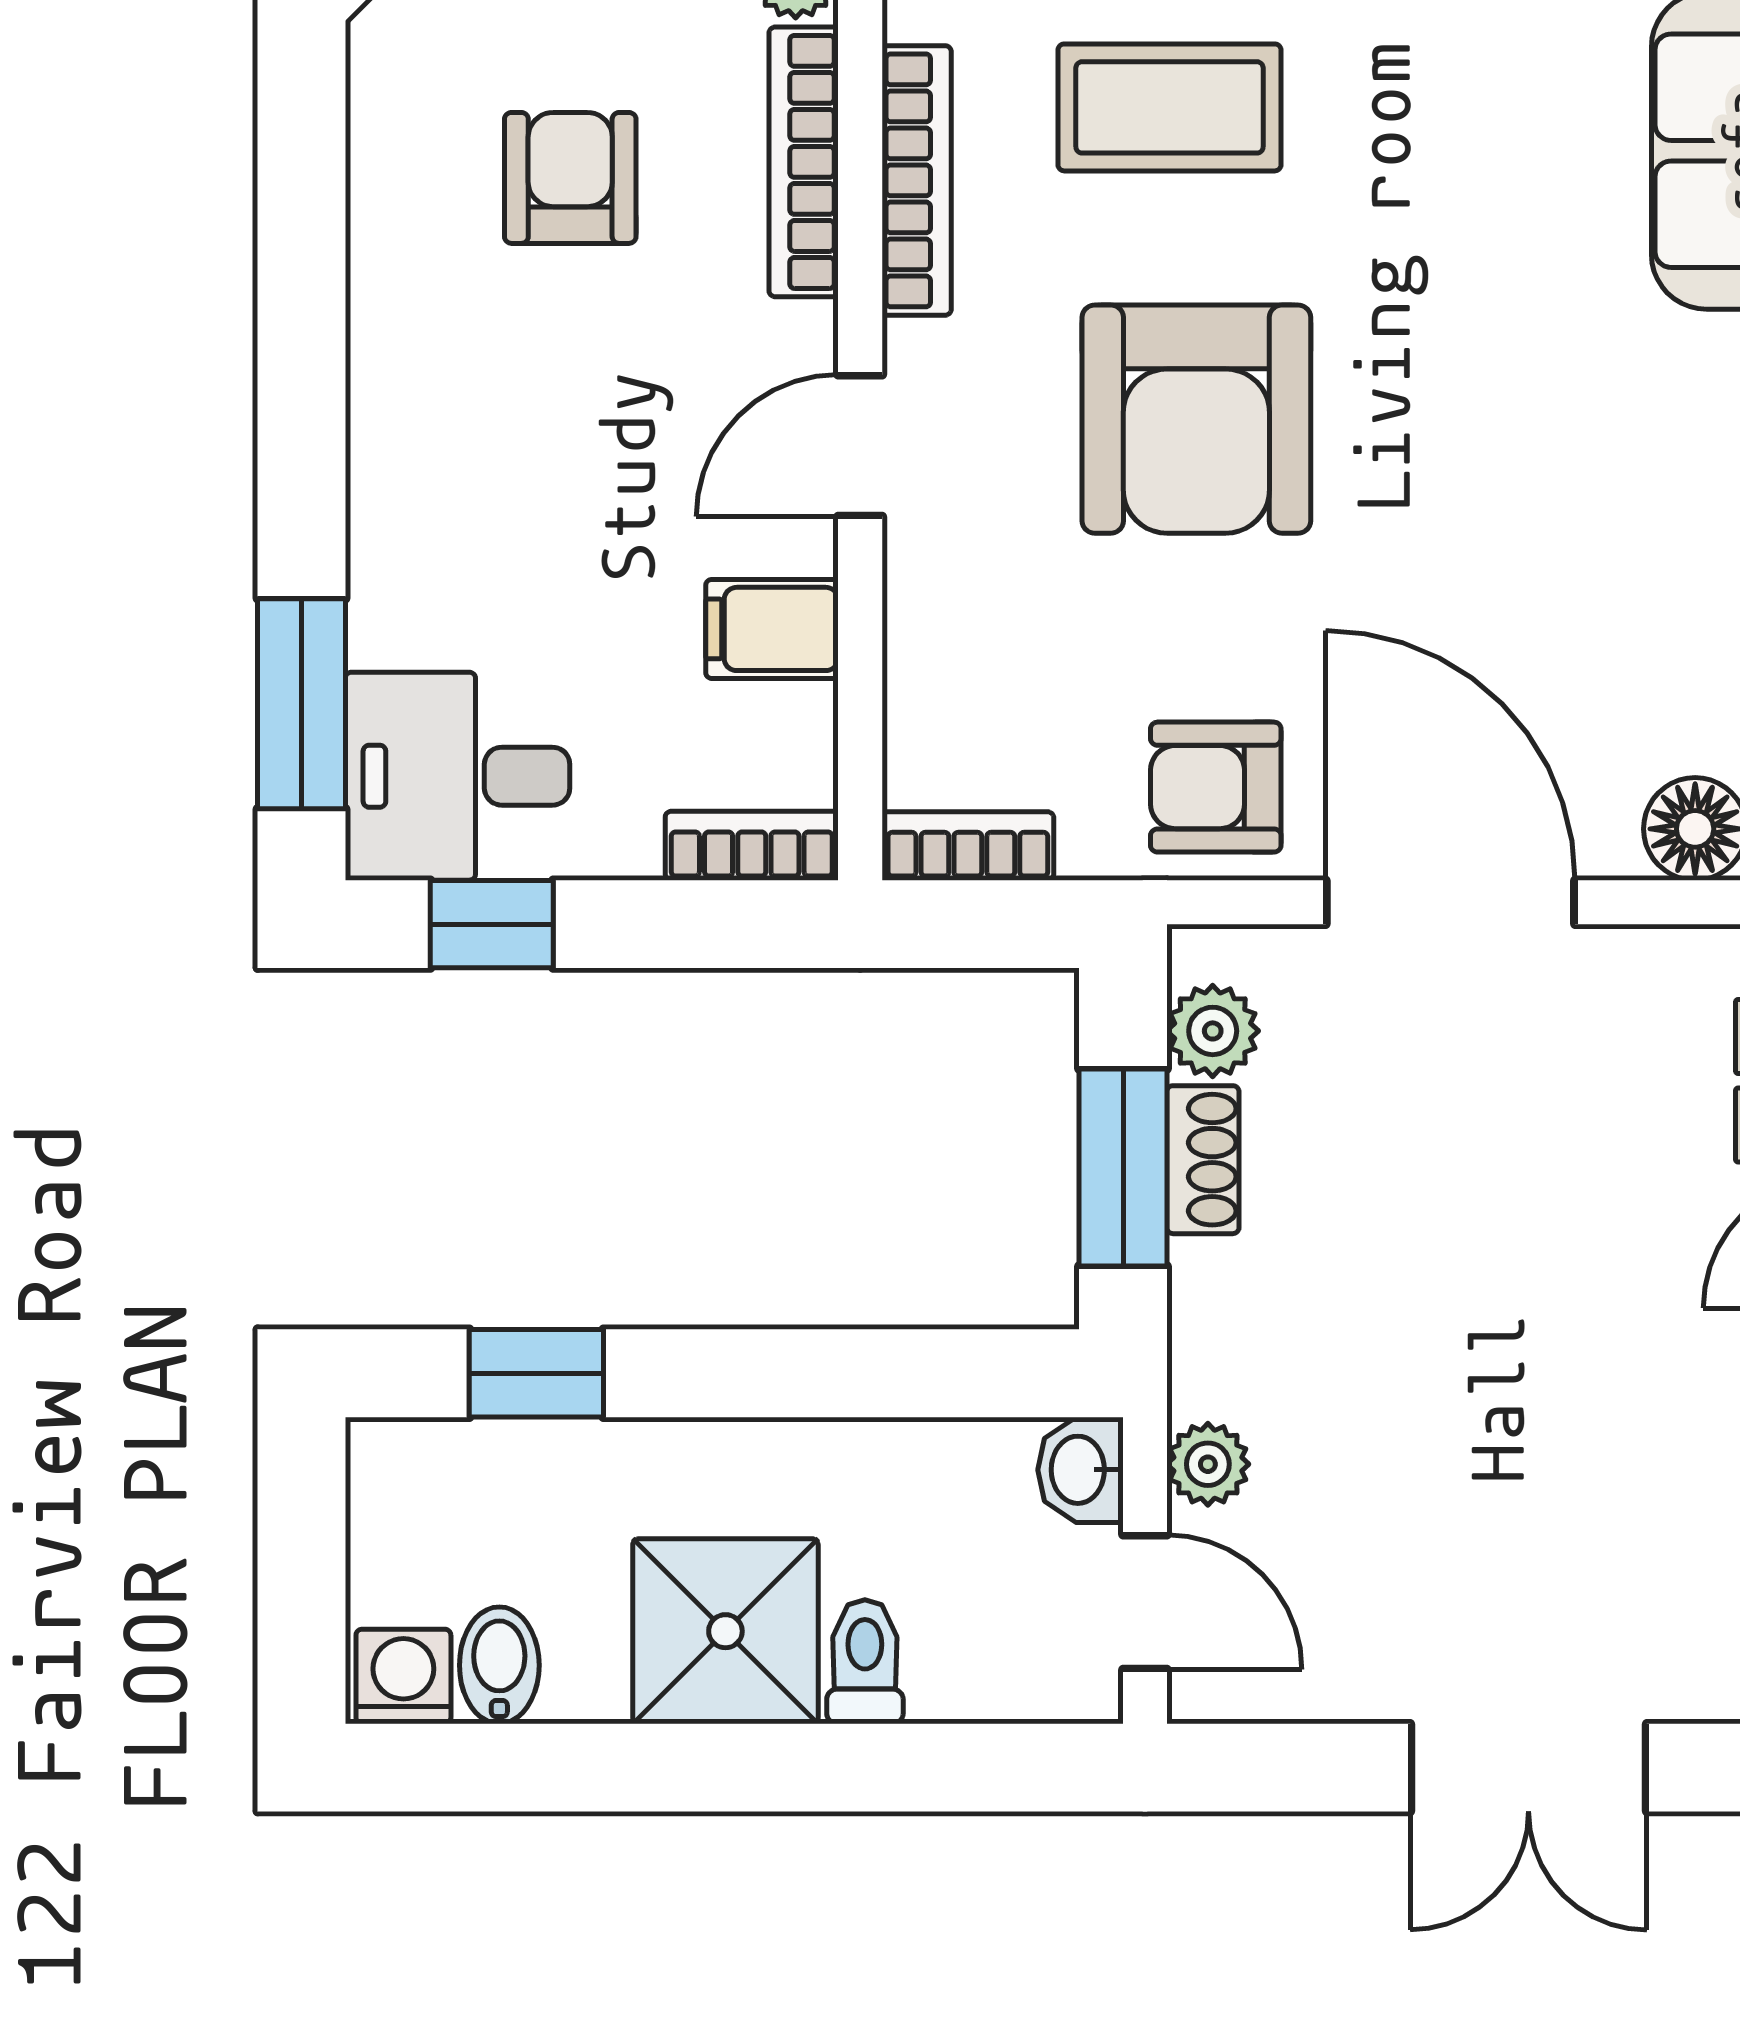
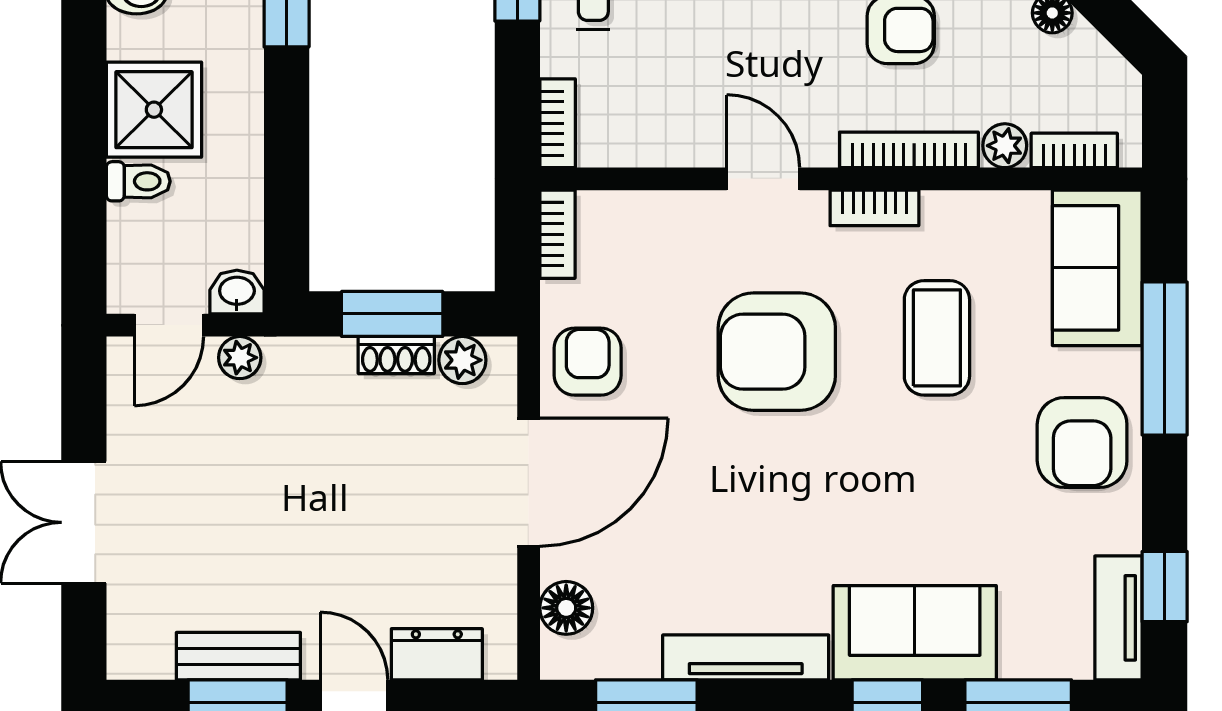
bookcase: (917, 180) -> (874, 208), width x0.64
filing cabinet: (772, 629) -> (669, 134), removed

